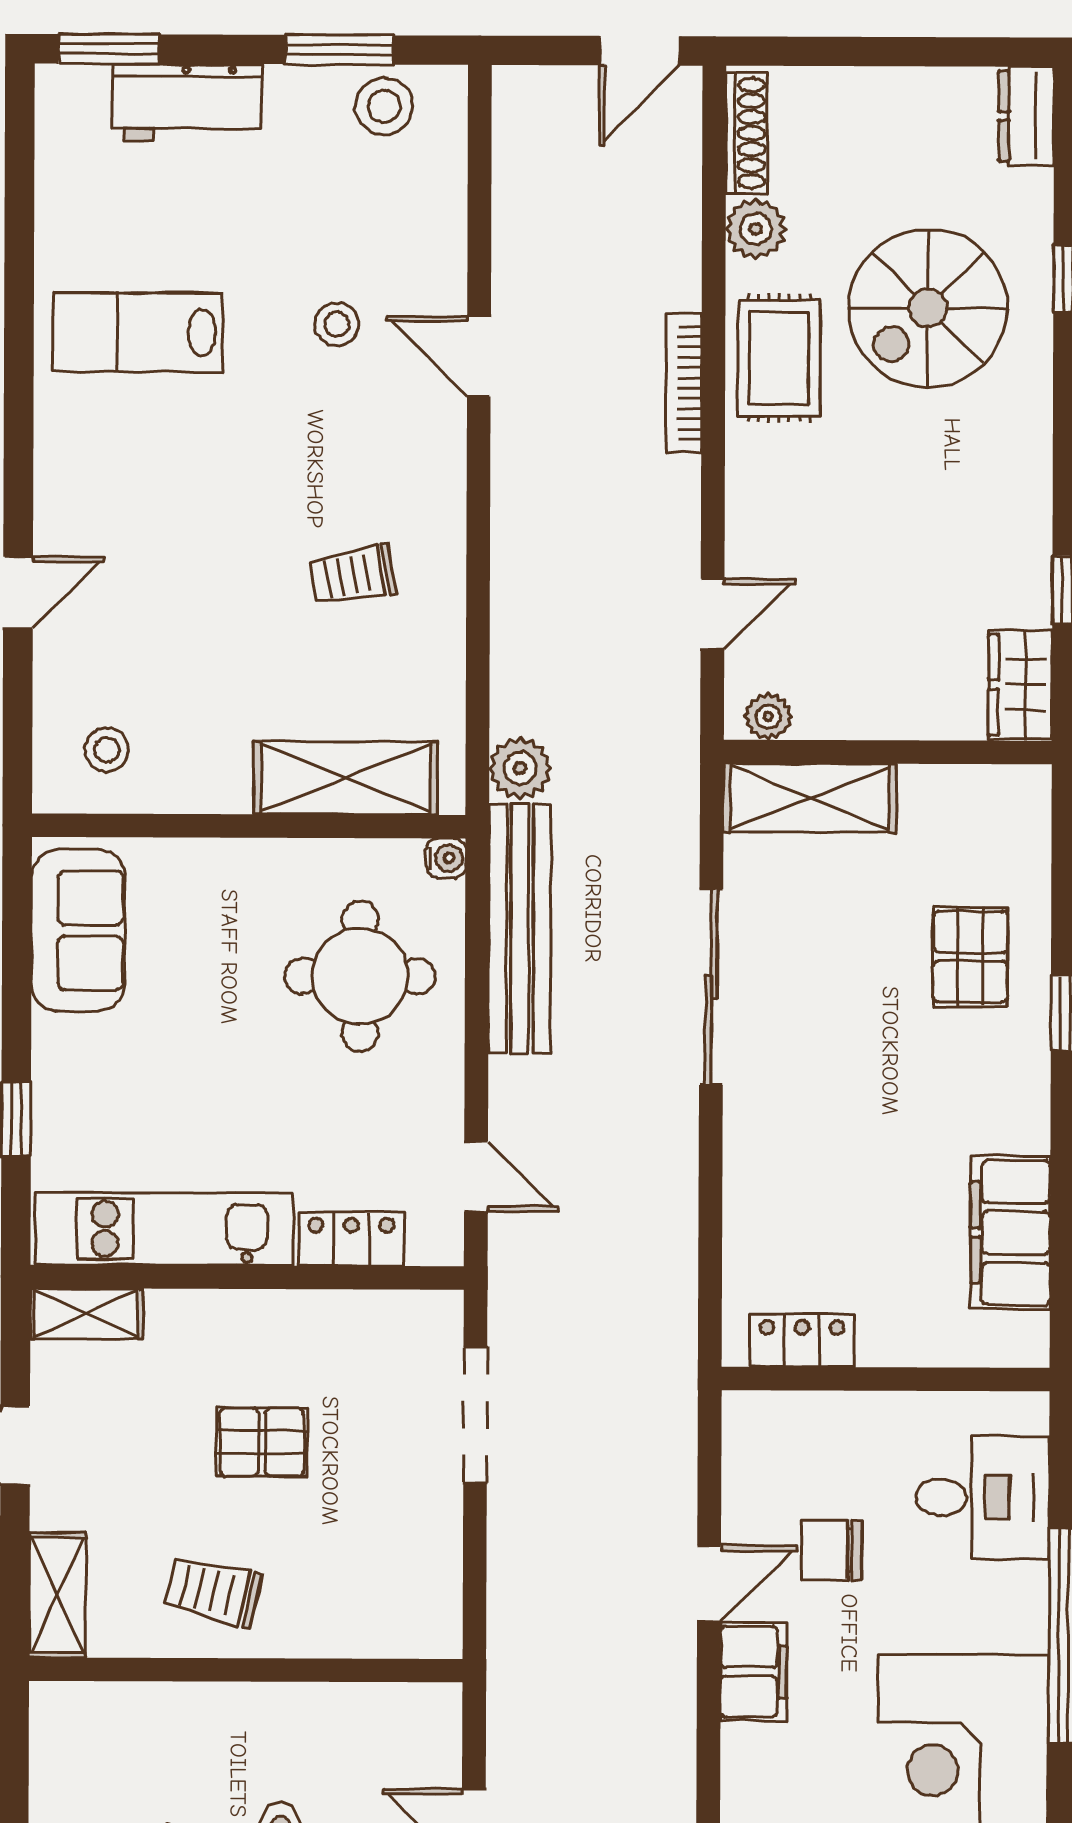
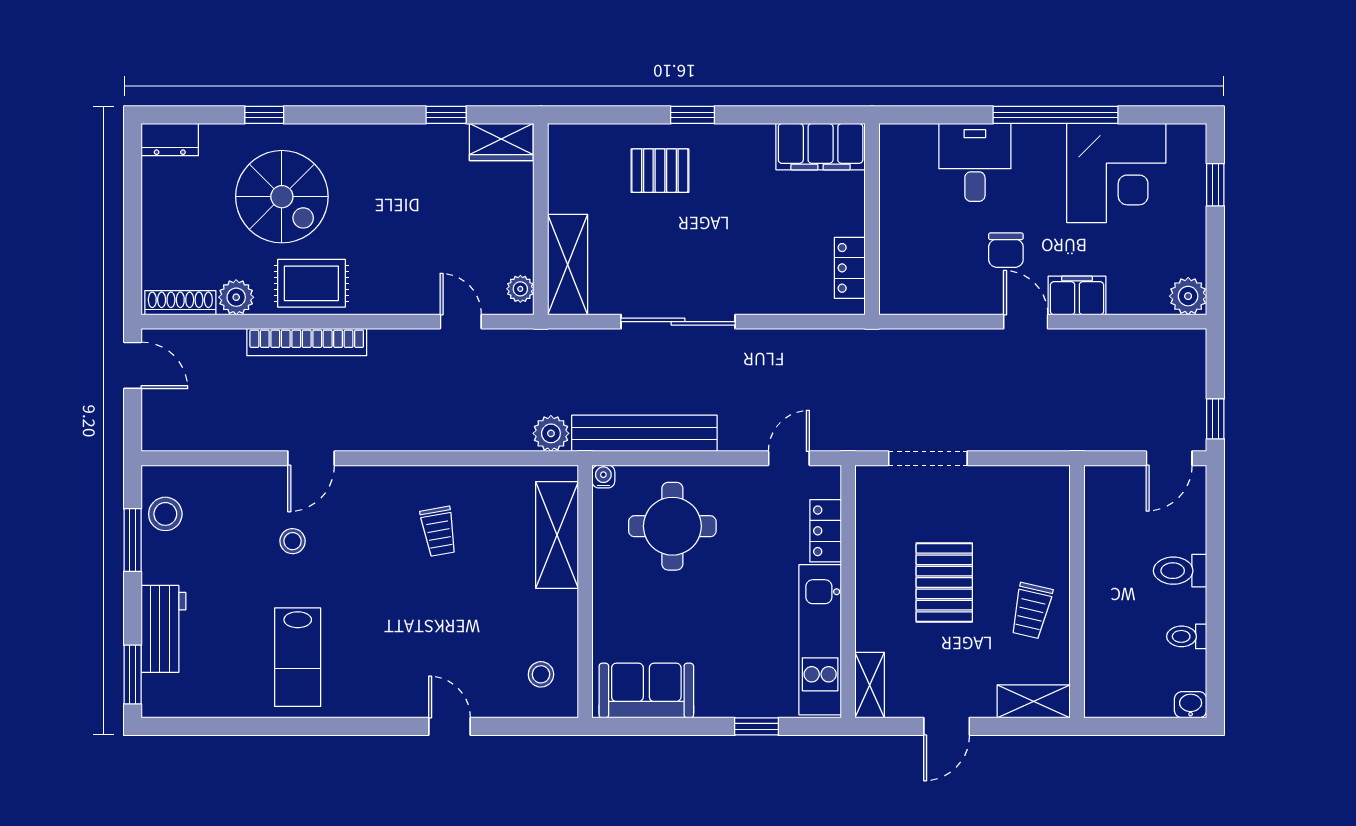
bookcase: (684, 383) -> (307, 342), width x1.48, depth x1.31
locker: (802, 1341) -> (850, 268), moved
wall: (886, 1379) -> (872, 219), moved
pallet: (262, 1442) -> (944, 582), width x1.50, depth x1.42

